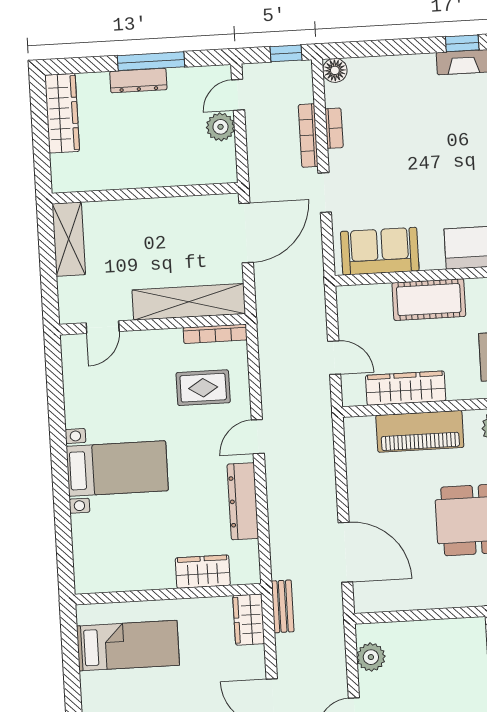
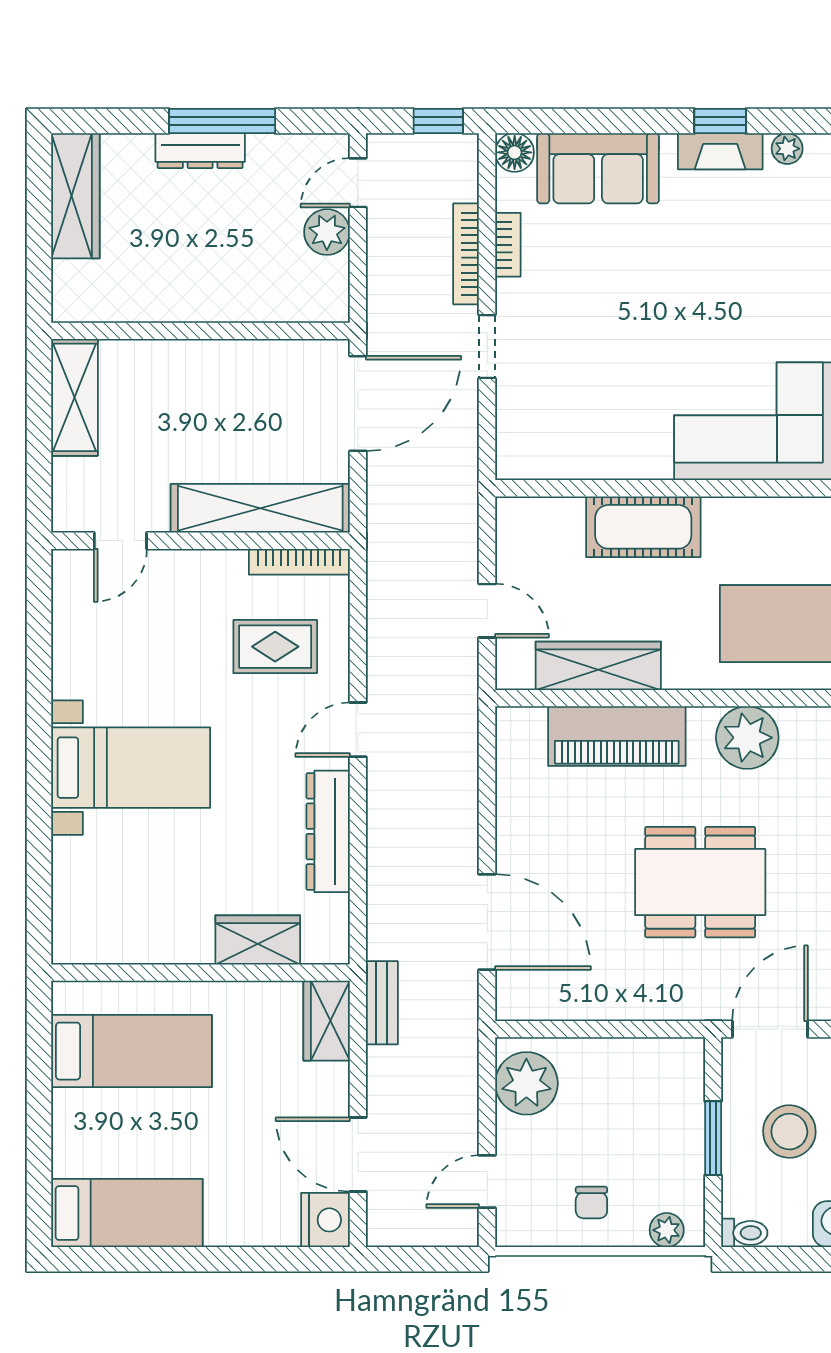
sofa: (380, 251) -> (598, 168), moved, turned 180
plant: (371, 657) -> (526, 1083), width x1.36, depth x1.36

